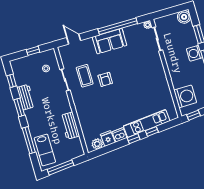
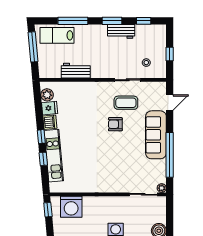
sofa: (110, 41) -> (156, 135), width x1.36

